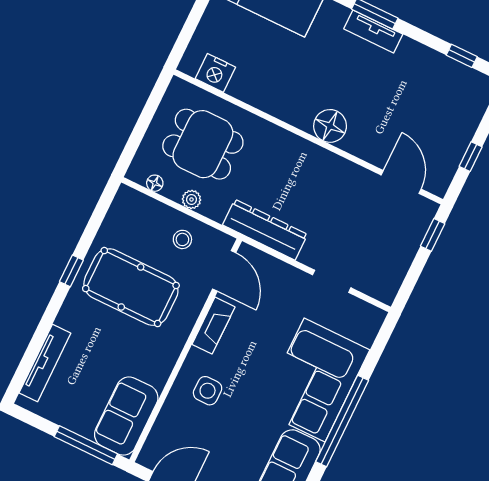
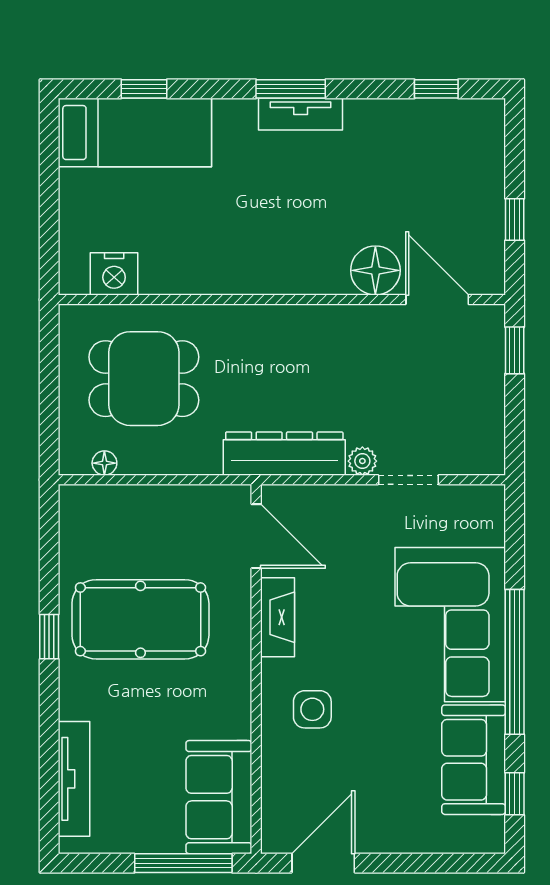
floor lamp: (330, 126) -> (375, 270), moved
plant: (192, 199) -> (362, 461), moved
stool: (182, 239) -> (179, 521), removed

